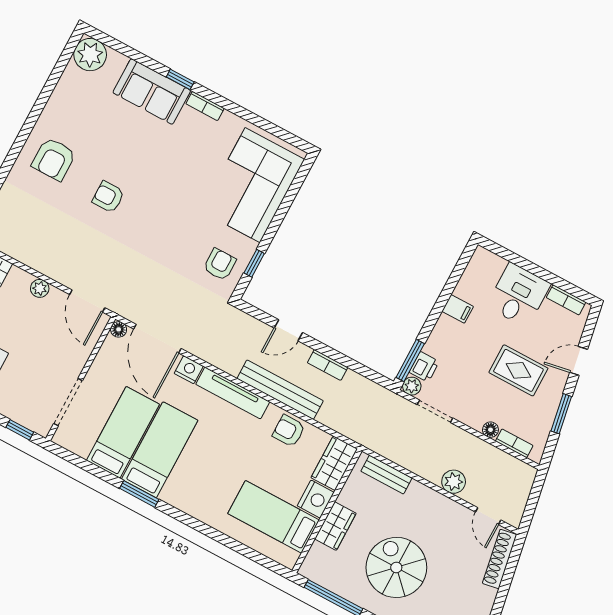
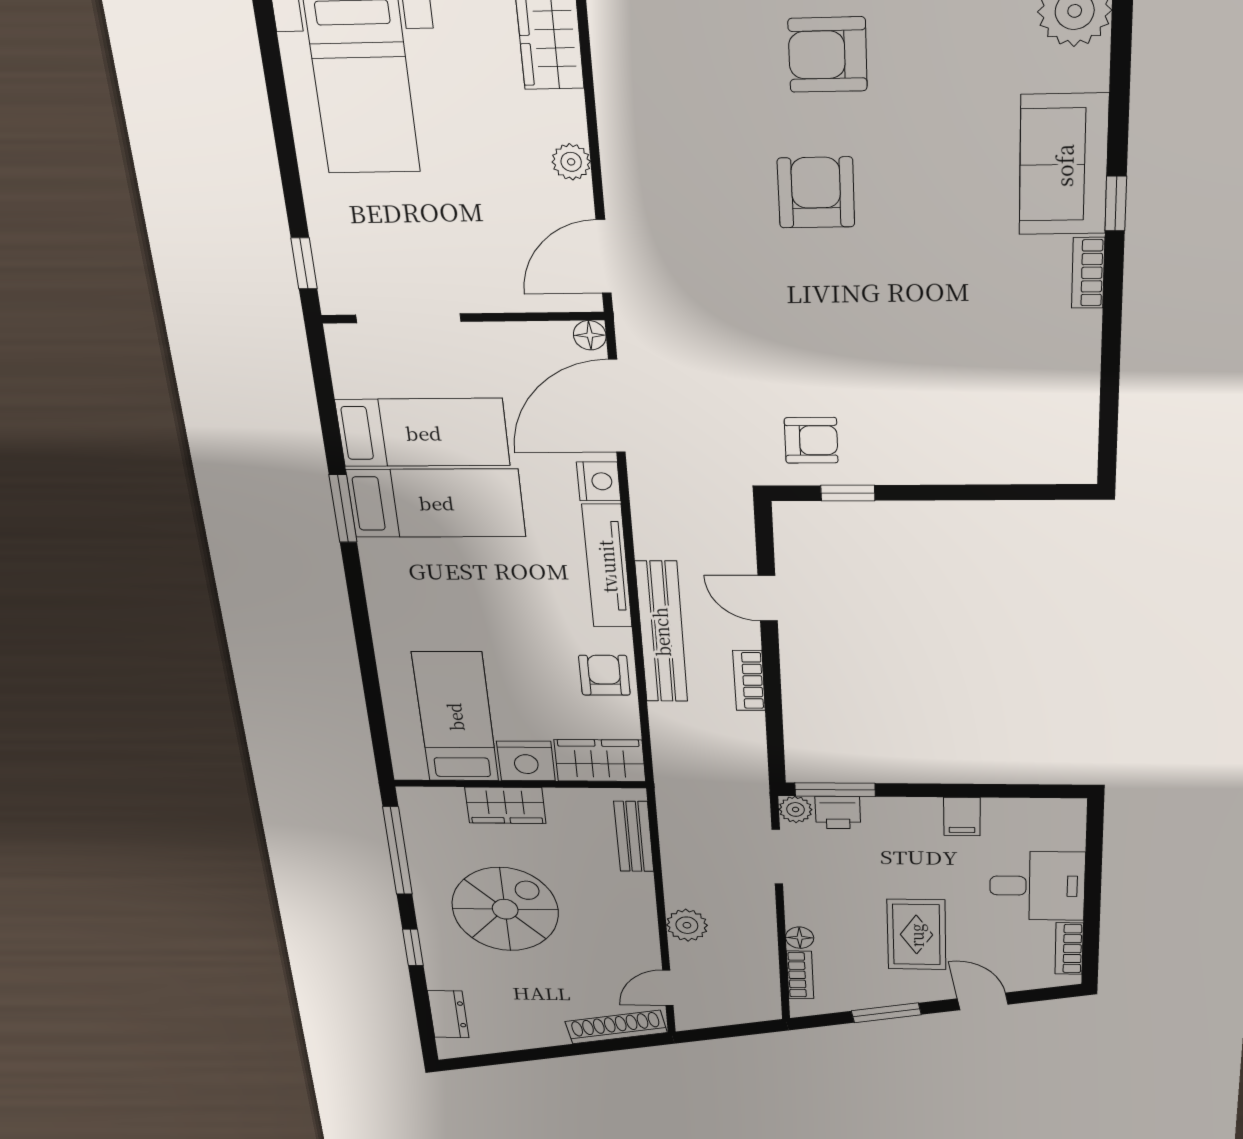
corner sofa: (253, 185) -> (986, 424), removed
armchair: (108, 197) -> (816, 192), width x1.38, depth x1.38

